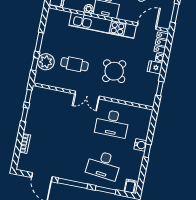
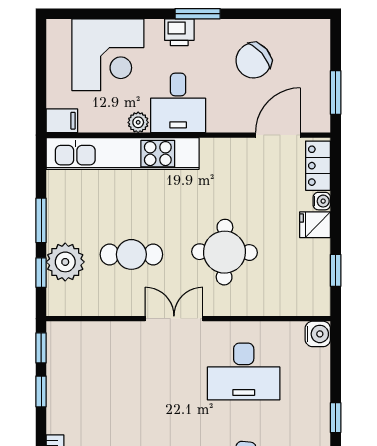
kitchen unit: (103, 25) -> (123, 154), moved
round table: (114, 71) -> (225, 252), turned -36
double door: (87, 95) -> (174, 319), swing flipped
water cooler: (140, 145) -> (318, 334), moved

